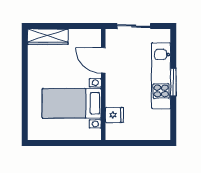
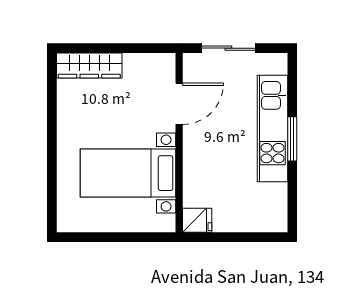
door: (103, 60) -> (179, 104), swing flipped
fridge: (114, 115) -> (197, 220), moved

